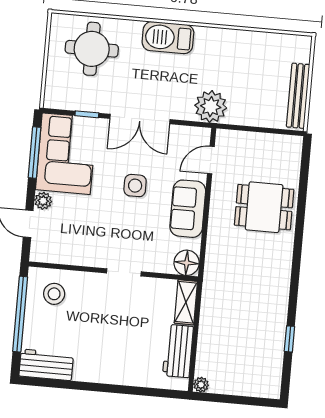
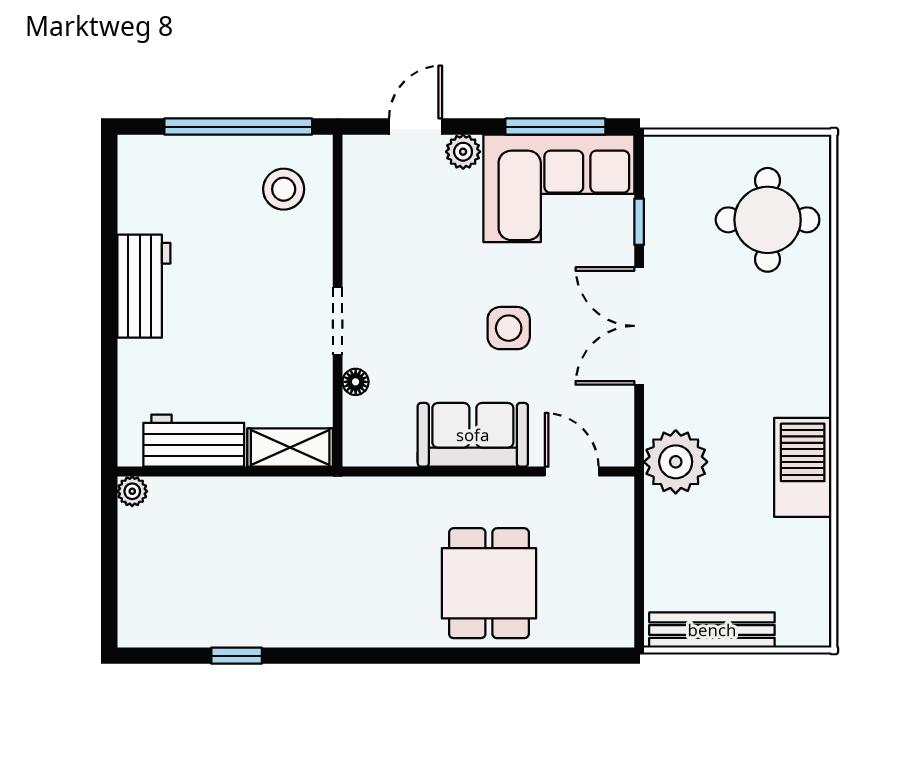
barbecue: (168, 38) -> (803, 467), moved
floor lamp: (187, 263) -> (356, 382), moved, width x0.53, depth x0.53
workbench: (46, 365) -> (144, 286), moved

